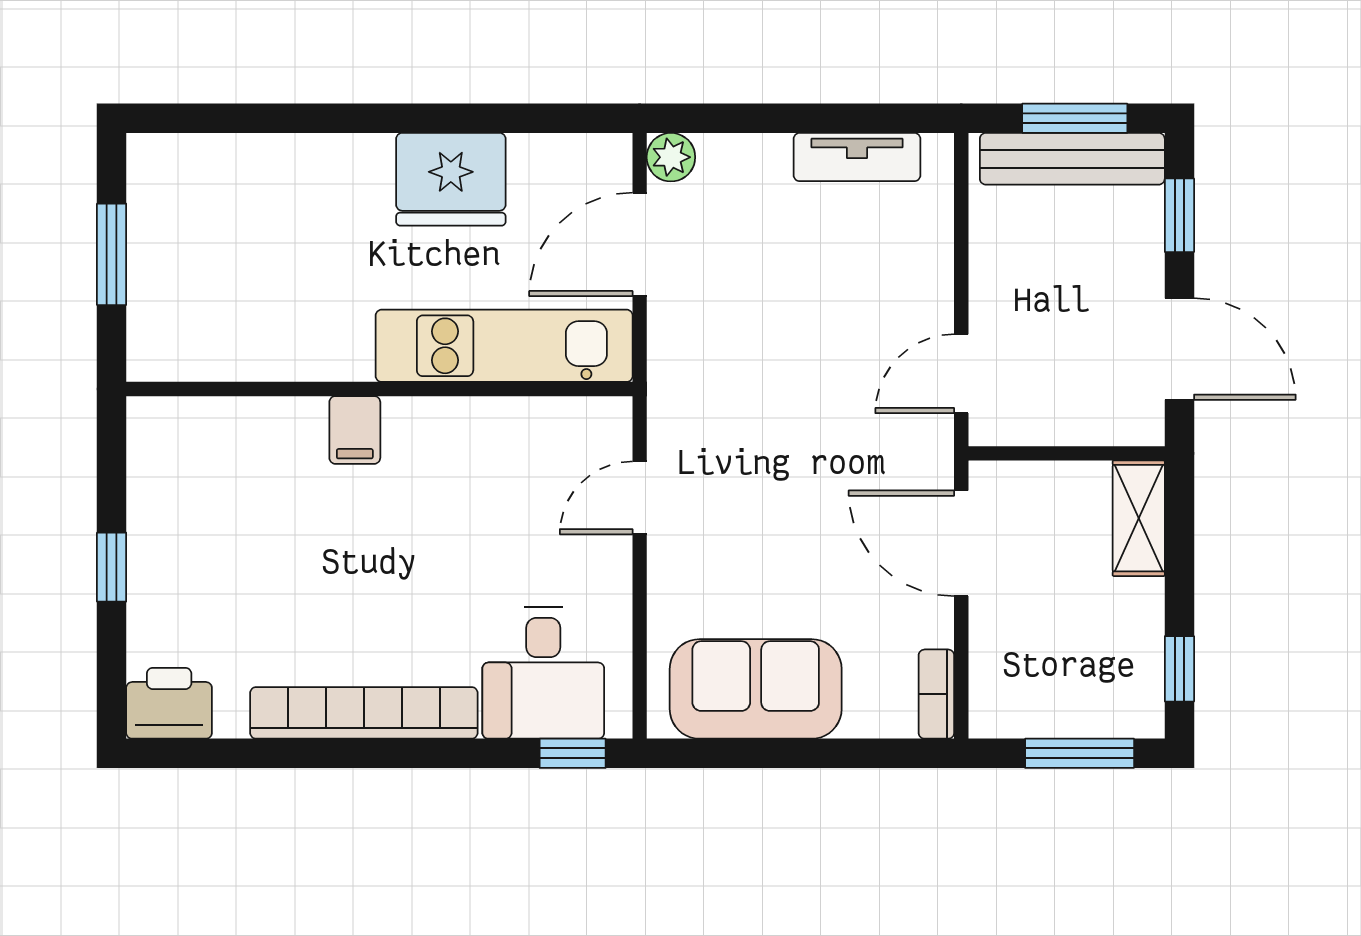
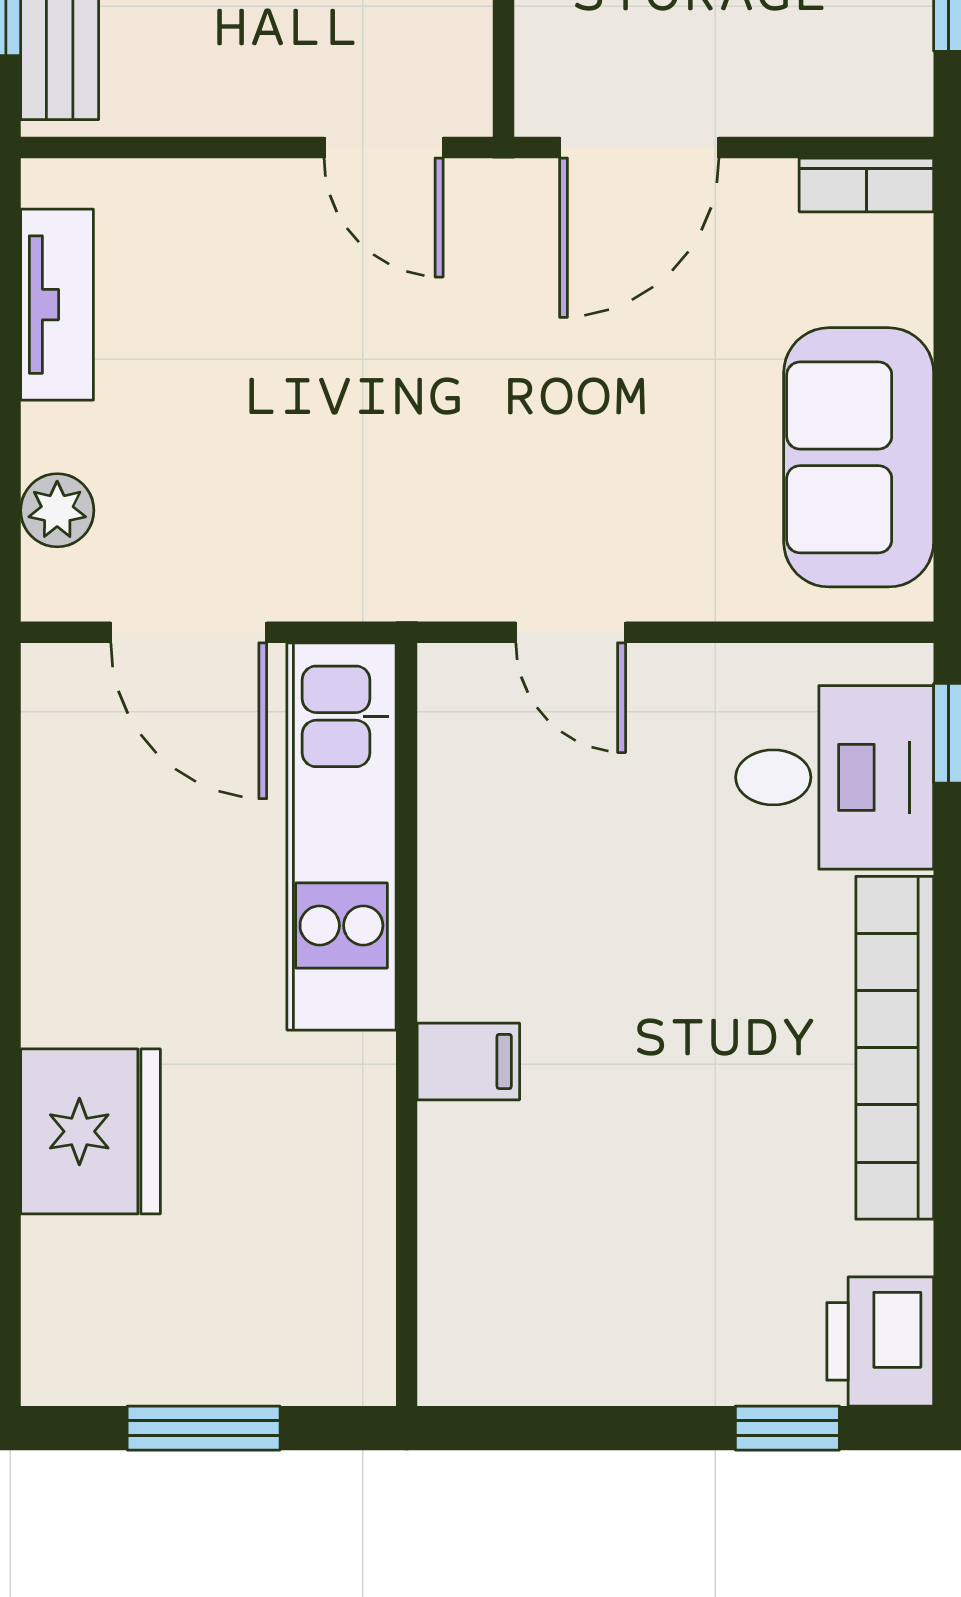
plant: (671, 157) -> (57, 510), moved
fridge: (451, 179) -> (90, 1131), moved
window: (112, 567) -> (787, 1428), moved

